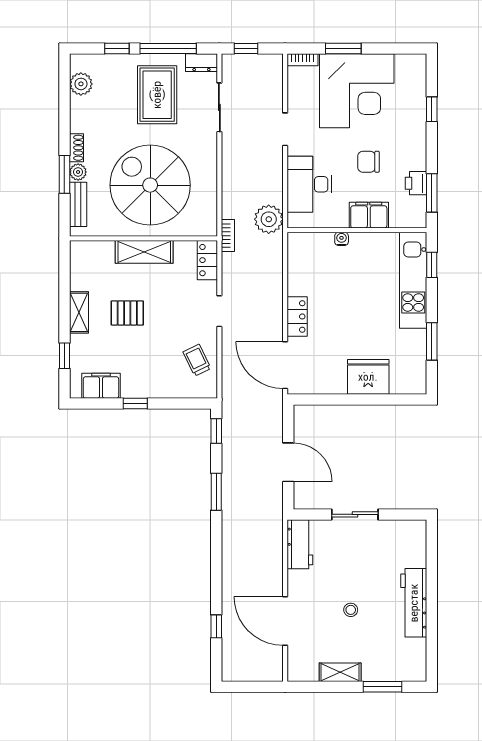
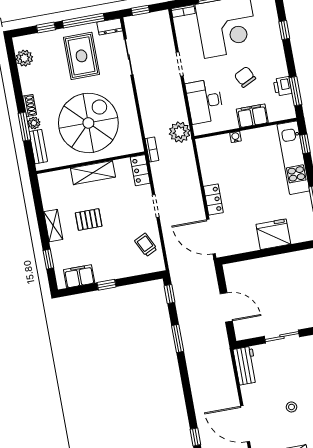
chair: (369, 162) -> (245, 77), turned 64
spiral stairs: (150, 185) -> (88, 123), turned 90

